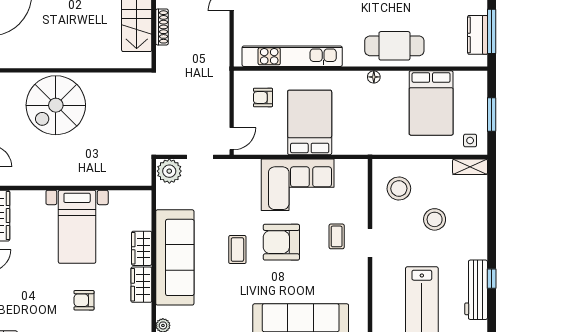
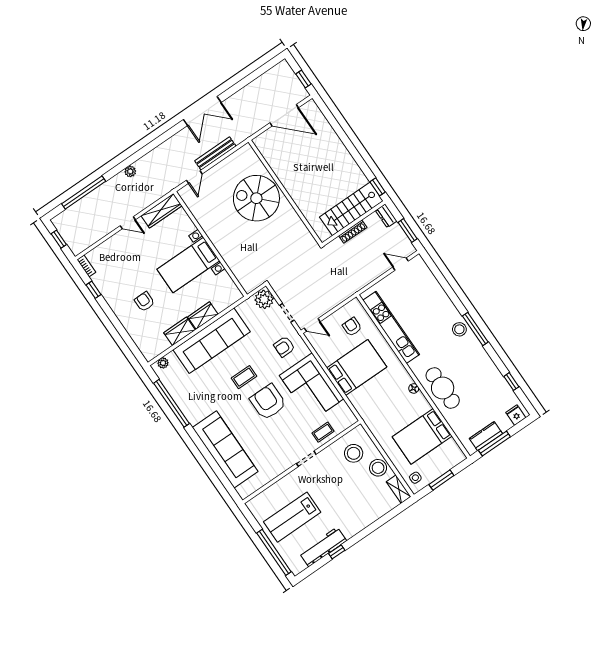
armchair: (234, 184) -> (284, 347), added
stool: (435, 219) -> (378, 468), moved
coffee table: (337, 236) -> (323, 432), moved

